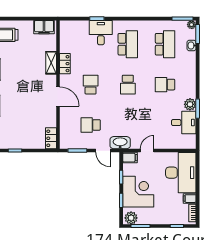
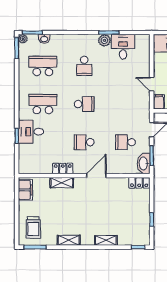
school desk: (91, 125) -> (126, 142), turned 90
washbasin: (120, 143) -> (144, 164), moved

